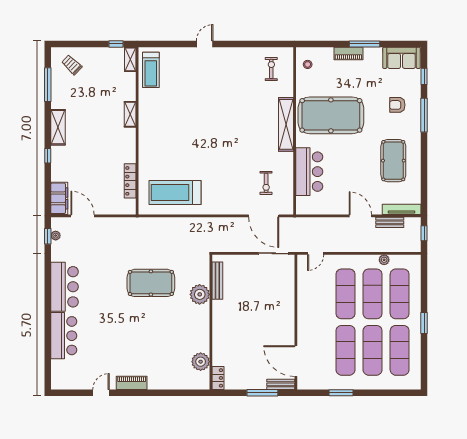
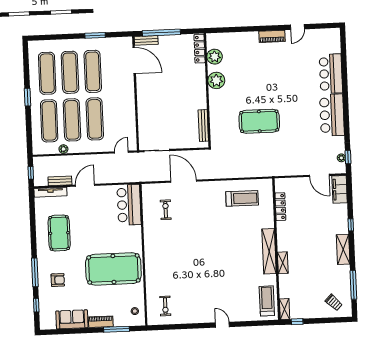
door: (205, 44) -> (222, 325), swing flipped
window: (365, 44) -> (116, 329), moved
sofa: (402, 58) -> (72, 319), moved
shelving: (286, 124) -> (269, 251), moved
bar counter: (309, 172) -> (129, 205), moved
treadmill: (175, 192) -> (242, 198), width x0.73, depth x0.73
door: (264, 216) -> (184, 181), moved
door: (360, 216) -> (85, 185), swing flipped
plant: (200, 294) -> (216, 80), moved
locker: (218, 378) -> (200, 49), width x1.53
window: (262, 393) -> (161, 33), width x1.46

